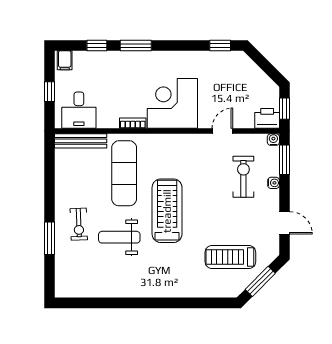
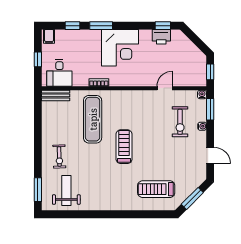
corner desk: (172, 103) -> (120, 48), moved, turned 180
printer: (267, 118) -> (161, 37), moved, turned 180
bench: (81, 141) -> (56, 95), width x0.73
exercise bike: (243, 177) -> (180, 122), turned 180
treadmill: (167, 211) -> (124, 147), width x0.73, depth x0.73
weight bench: (119, 237) -> (66, 190), moved, turned 90
window: (50, 238) -> (38, 190), moved
treadmill: (230, 257) -> (156, 189), moved

